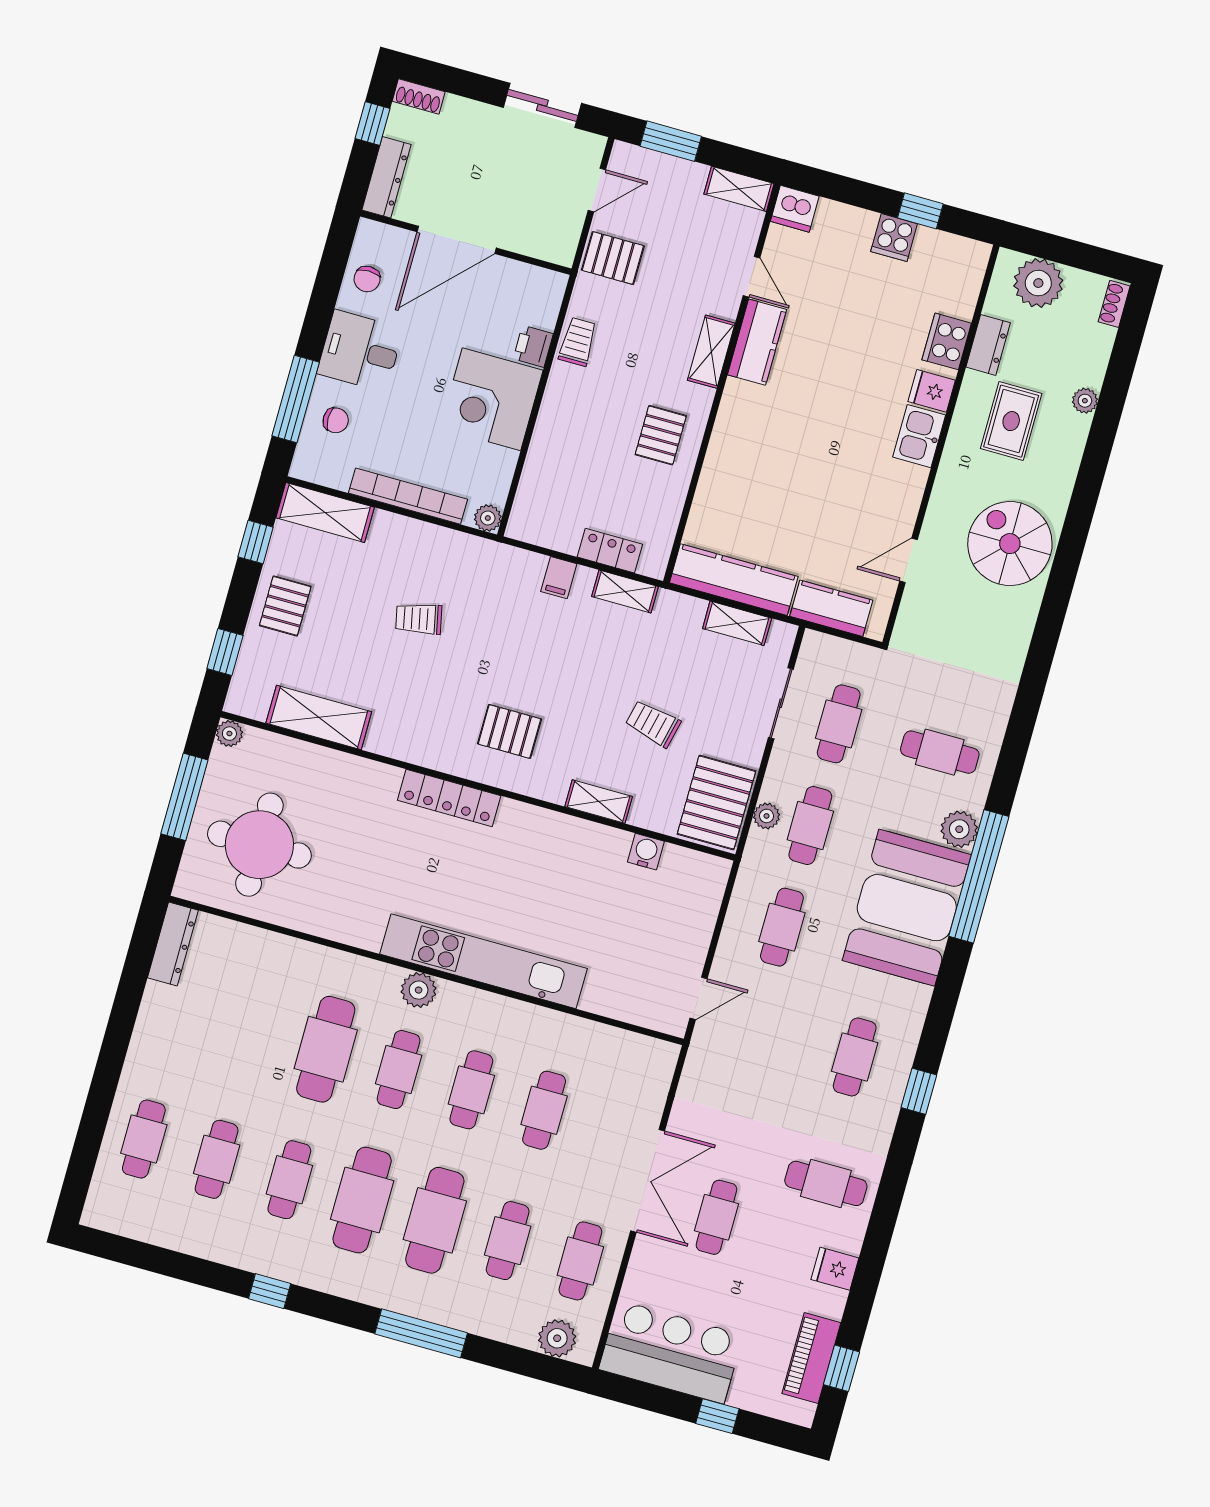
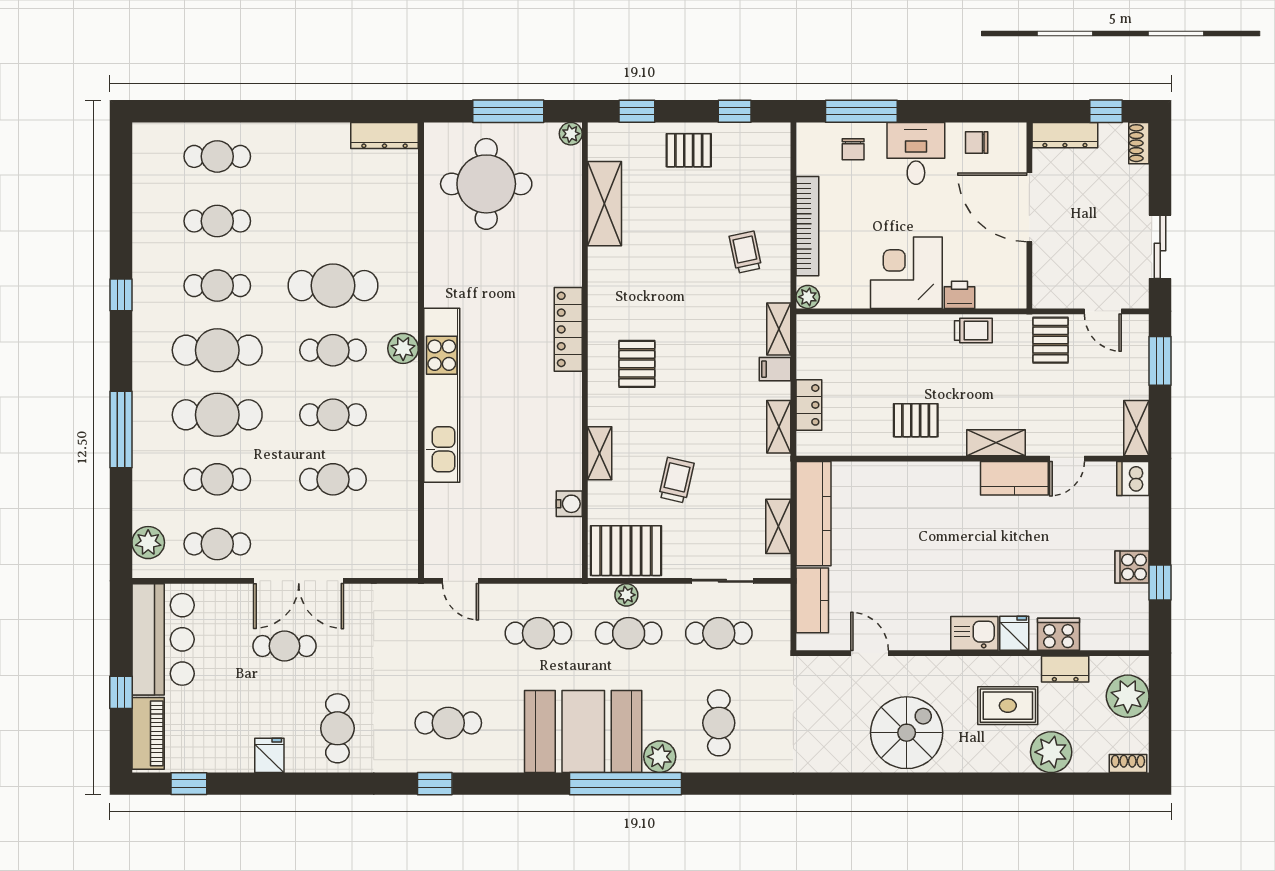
plant: (1085, 401) -> (1051, 752), width x1.88, depth x1.88
shelving: (325, 512) -> (779, 329), moved, width x0.67, depth x0.75
trolley: (419, 619) -> (745, 252), moved
piano: (811, 1358) -> (148, 733), moved, turned 90

